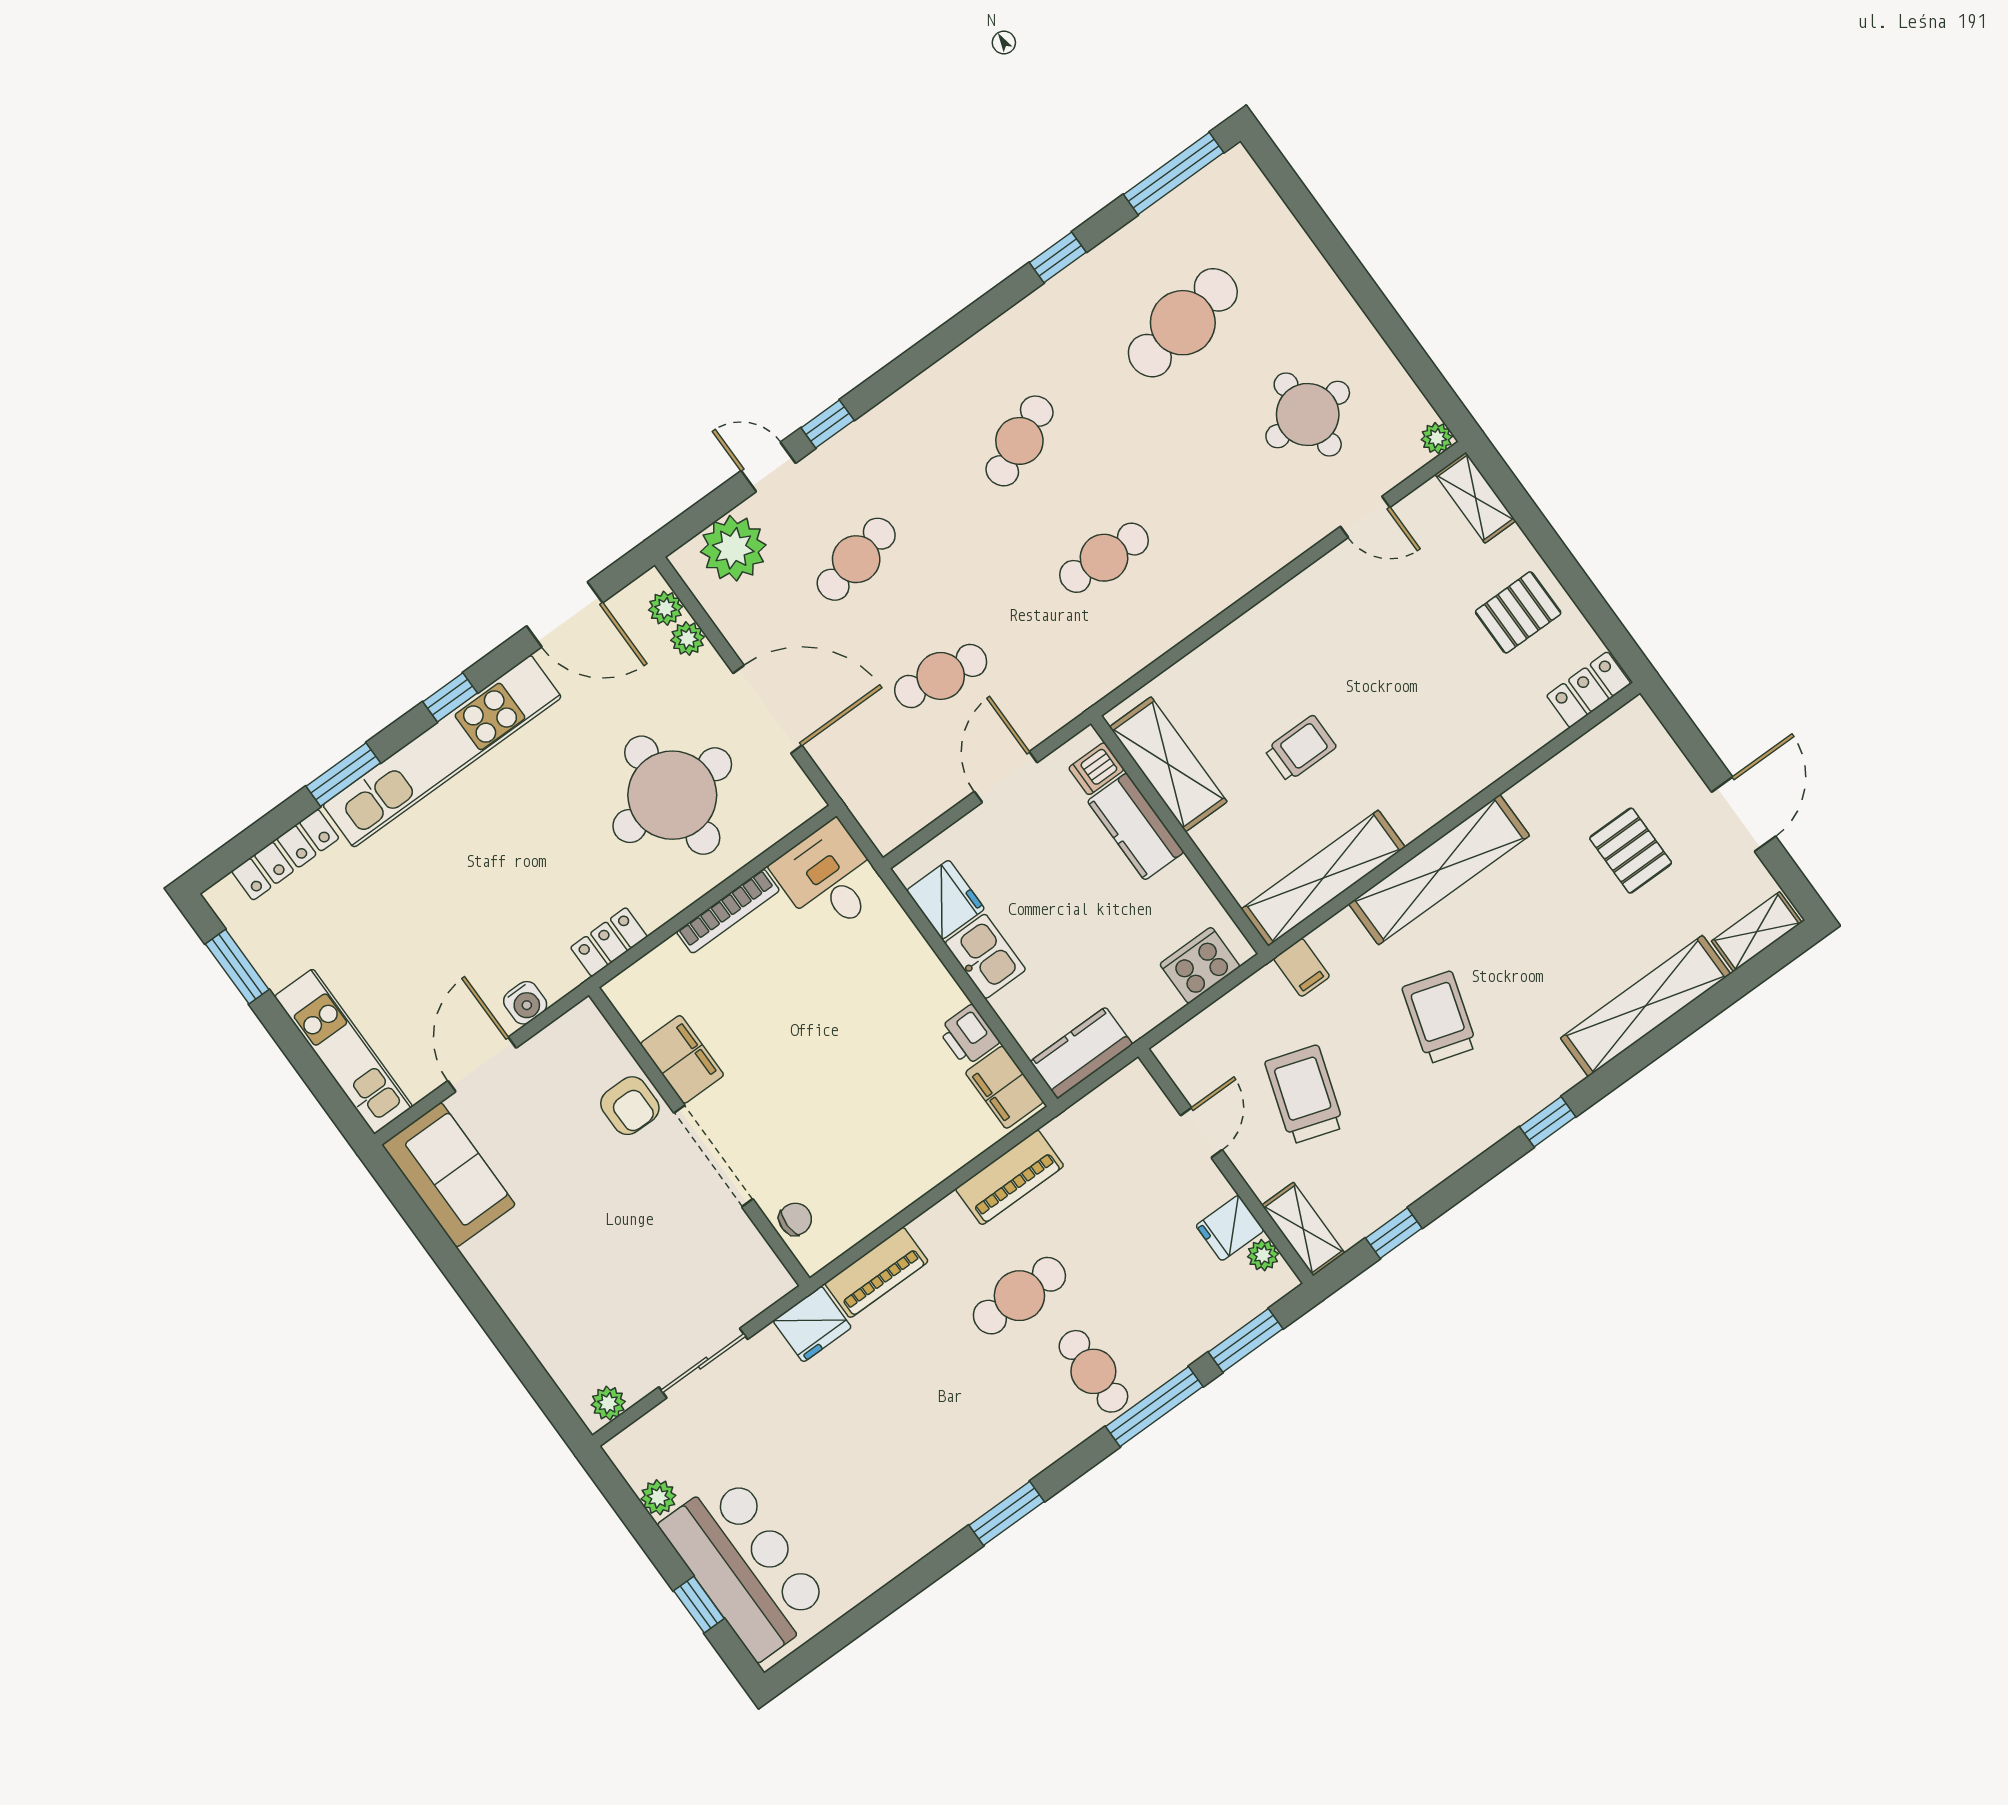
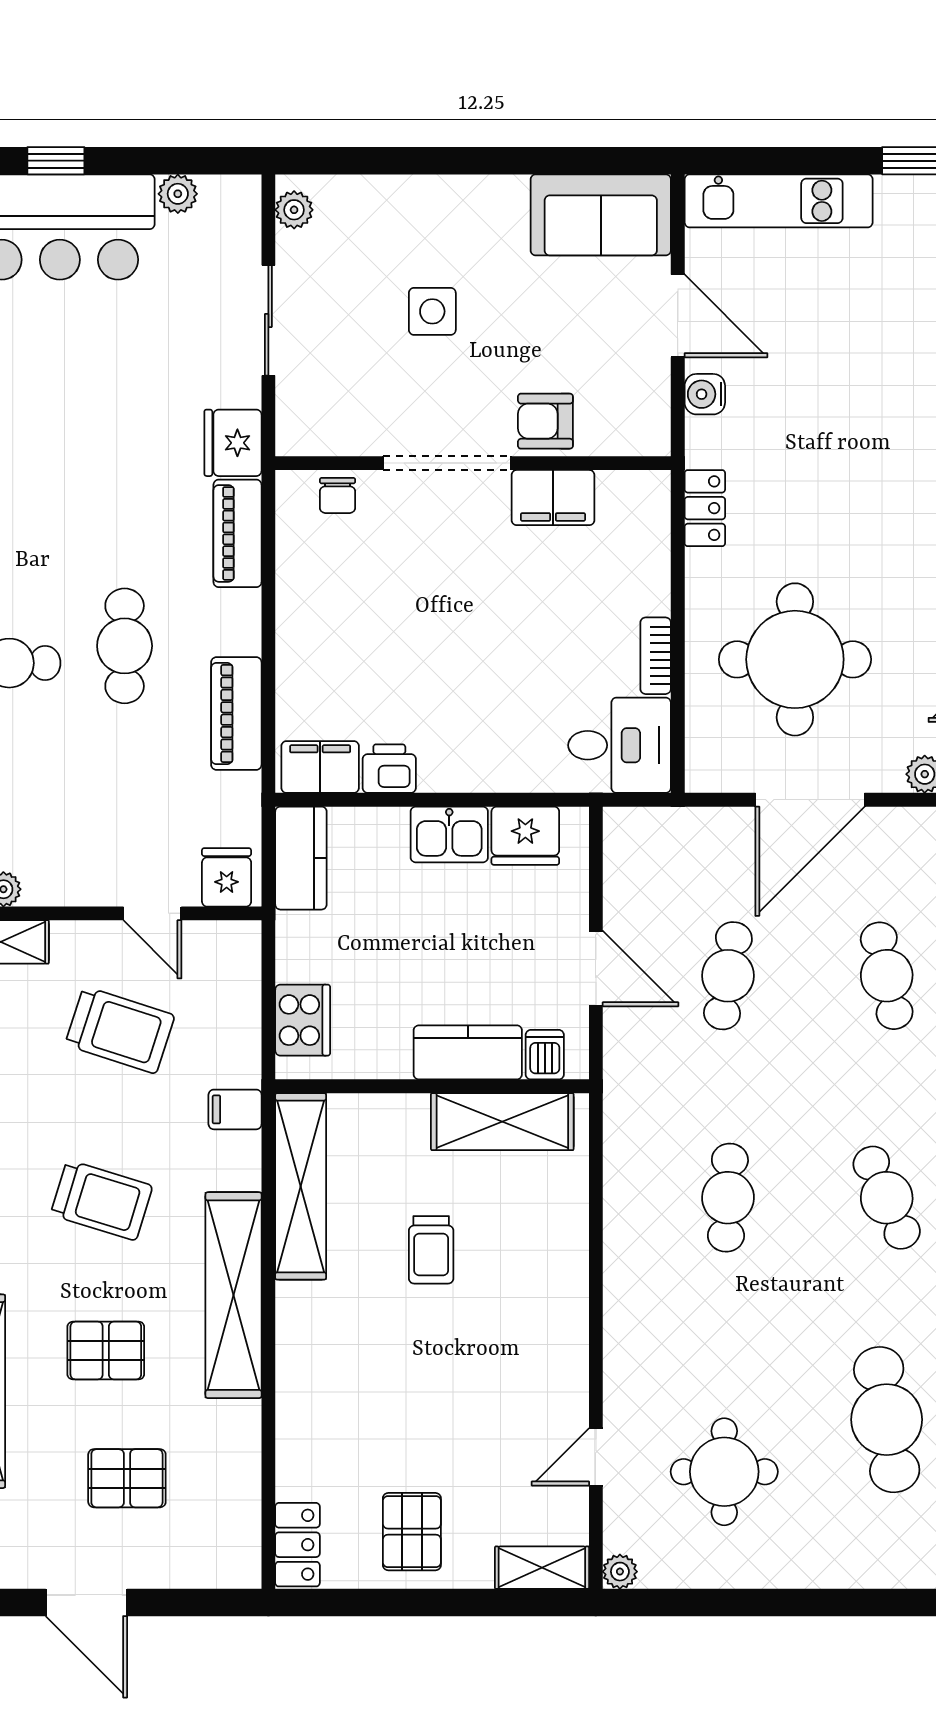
bookcase: (728, 911) -> (656, 656), width x0.64
pallet: (1548, 934) -> (106, 1351), added
fridge: (1230, 1228) -> (227, 877), moved
side table: (609, 1247) -> (432, 311), added

